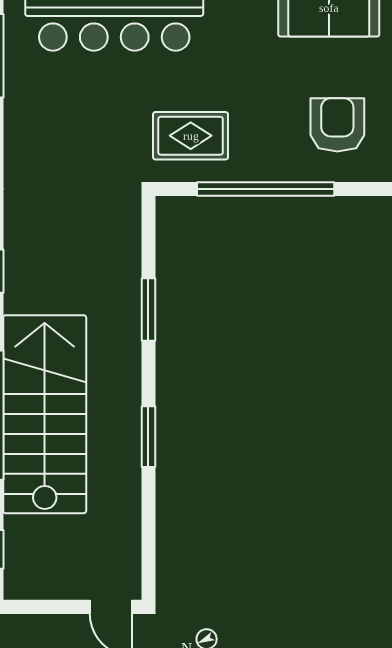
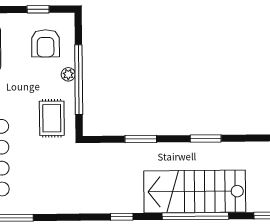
armchair: (337, 125) -> (46, 43), turned -90
plant: (276, 169) -> (68, 74), added

